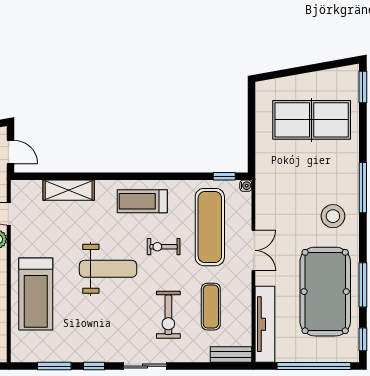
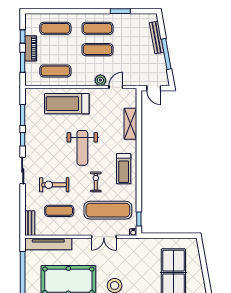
door: (11, 152) -> (154, 88), hinge flipped
treadmill: (142, 201) -> (124, 169), turned 180
double door: (253, 250) -> (104, 237), moved

